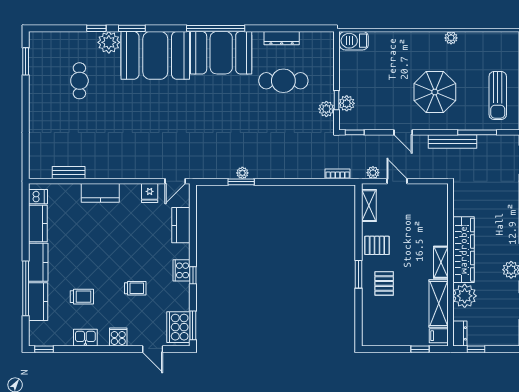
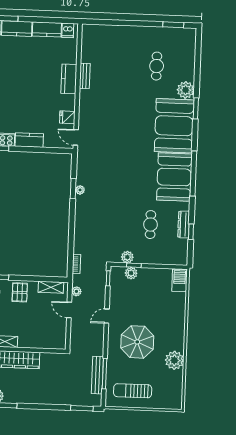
window: (96, 28) -> (191, 232), moved
plant: (451, 38) -> (174, 360), width x1.88, depth x1.88
cafe table: (79, 81) -> (157, 66), turned 90
cafe table: (283, 81) -> (150, 225), width x0.73, depth x0.74
bench: (453, 142) -> (97, 375), moved
bench: (69, 173) -> (85, 76), moved
door: (397, 181) -> (69, 310), swing flipped
kitchen counter: (181, 225) -> (29, 140), moved

